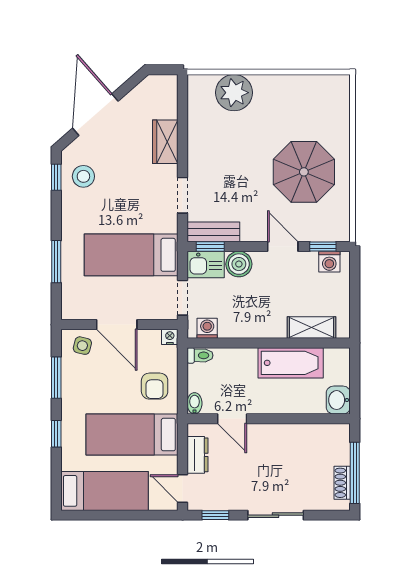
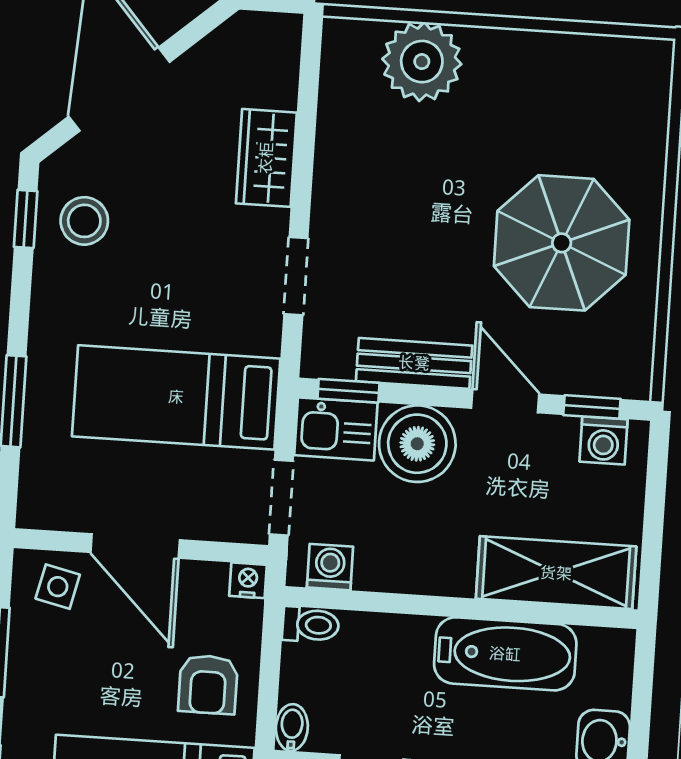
bench: (213, 232) -> (414, 363), moved
boiler: (239, 264) -> (417, 444), width x1.37, depth x1.37
shelving: (311, 327) -> (556, 573), width x1.50, depth x1.33

